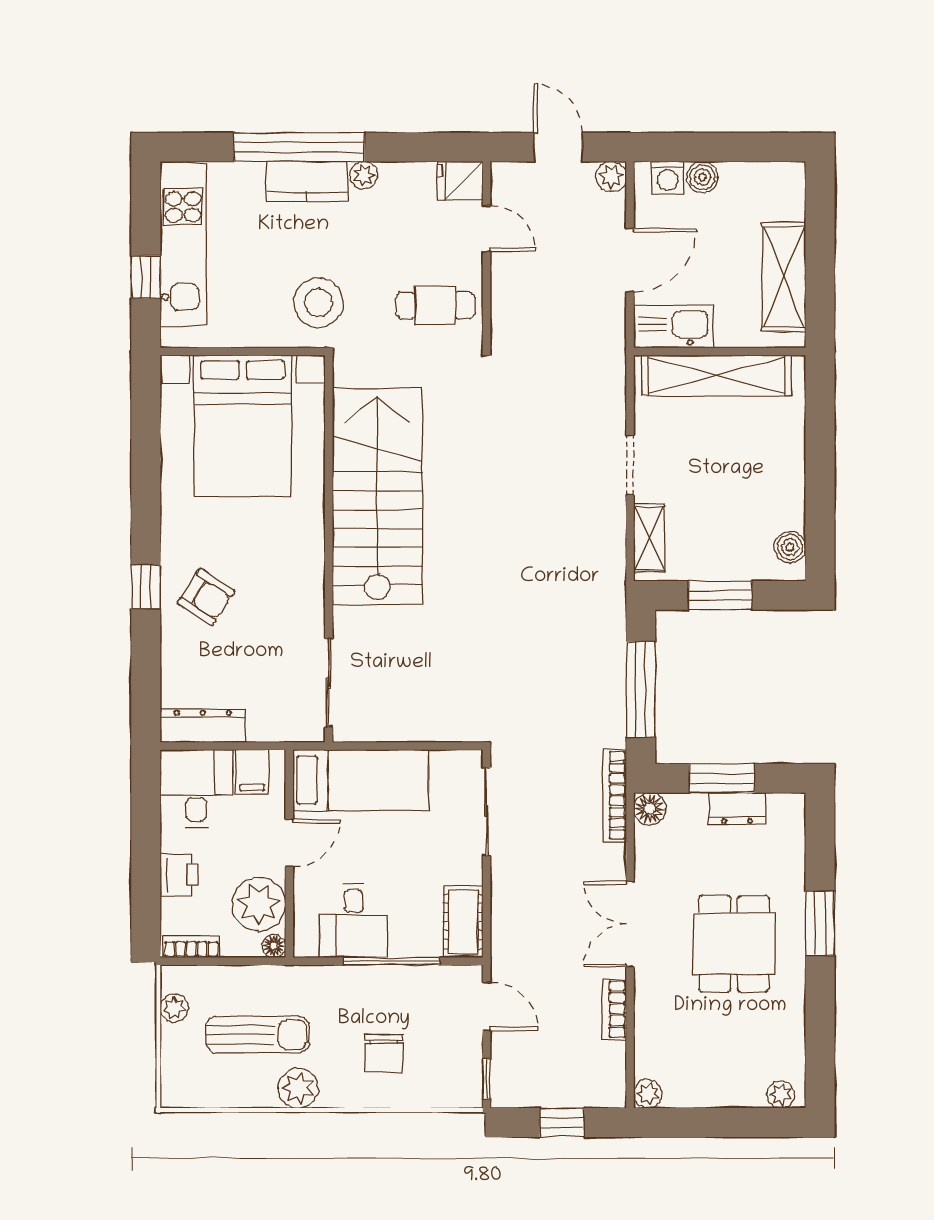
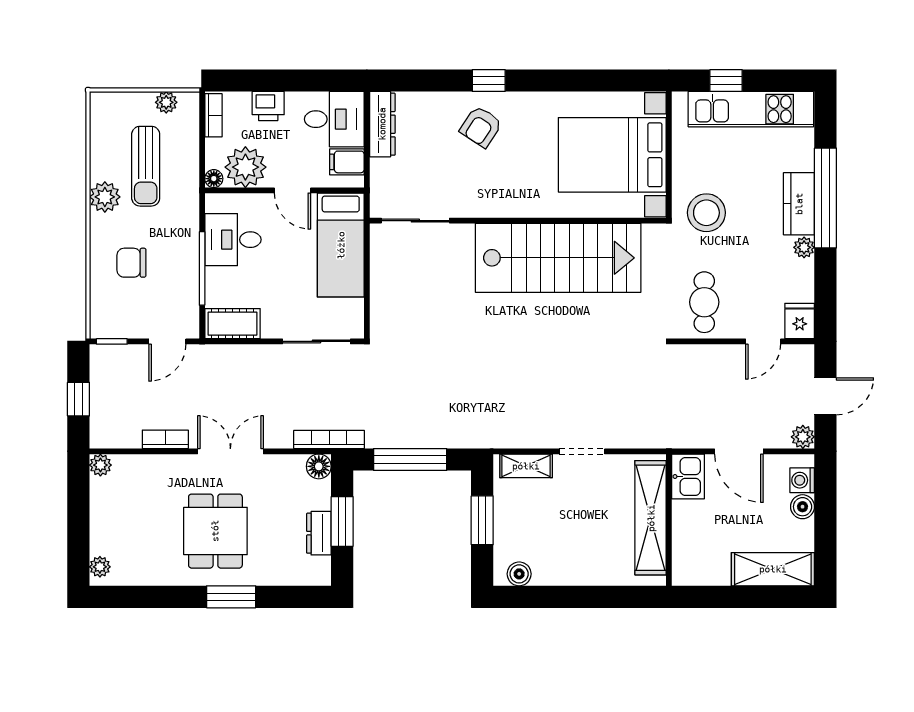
shelving: (784, 277) -> (773, 569), moved
kitchen sink: (674, 327) -> (688, 476), width x0.73
dining table: (734, 944) -> (215, 531), turned 90

